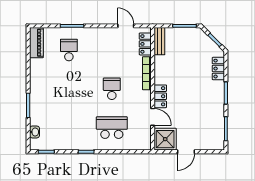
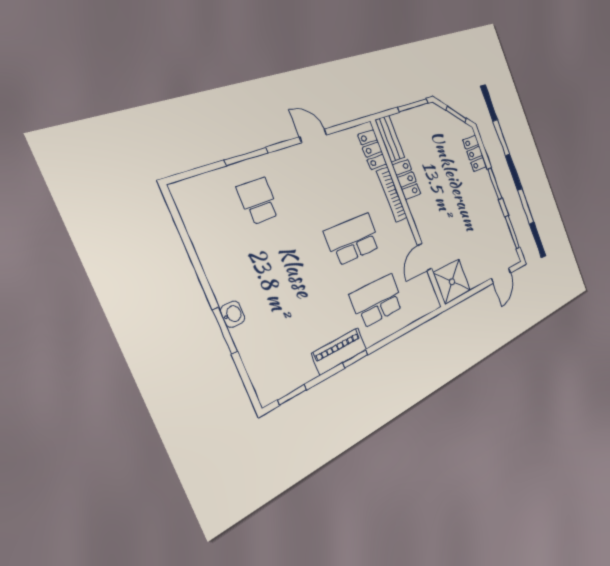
door: (126, 26) -> (313, 136), moved
piano: (36, 43) -> (339, 351), moved, turned -90
school desk: (112, 89) -> (353, 239), width x1.85
locker: (160, 96) -> (407, 180), moved
door: (153, 117) -> (425, 257), swing flipped
washbasin: (35, 132) -> (233, 314), moved
door: (186, 152) -> (501, 276), moved

